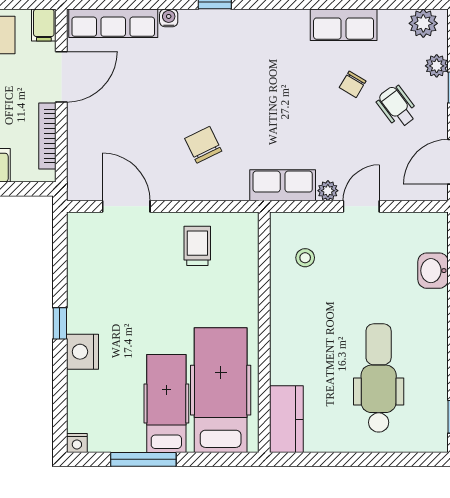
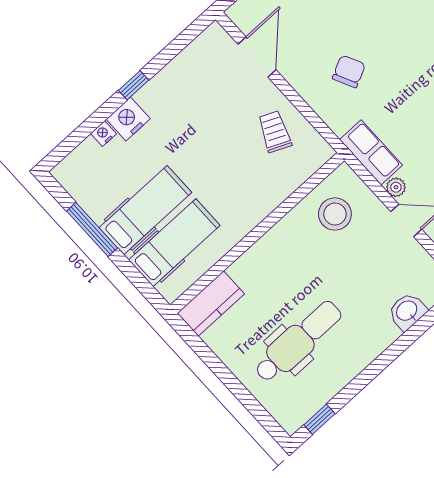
trolley: (197, 246) -> (275, 132), turned -66
stool: (305, 258) -> (335, 214), width x1.89, depth x1.89
hospital bed: (221, 390) -> (174, 243), width x0.73, depth x0.78
nightstand: (77, 443) -> (103, 134), moved, turned 90

